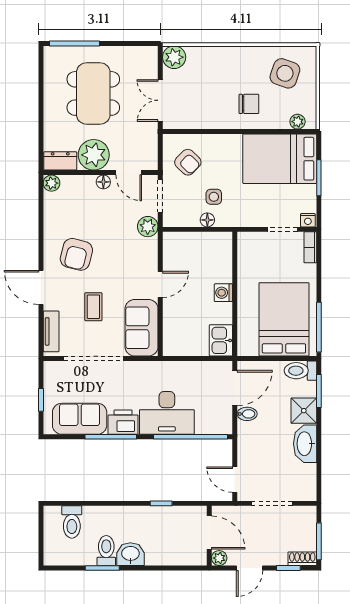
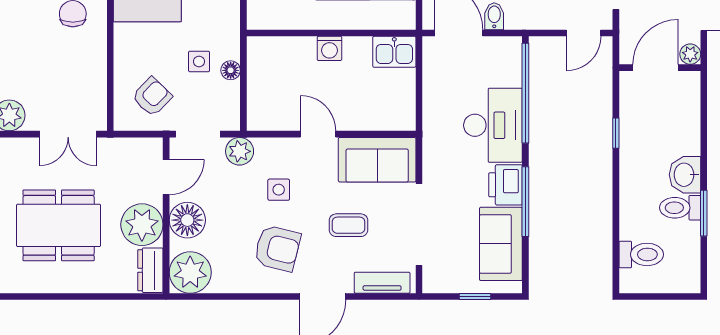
floor lamp: (103, 182) -> (187, 220), width x1.89, depth x1.89
plant: (51, 183) -> (190, 272), width x1.87, depth x1.87
side table: (119, 255) -> (279, 190), added

